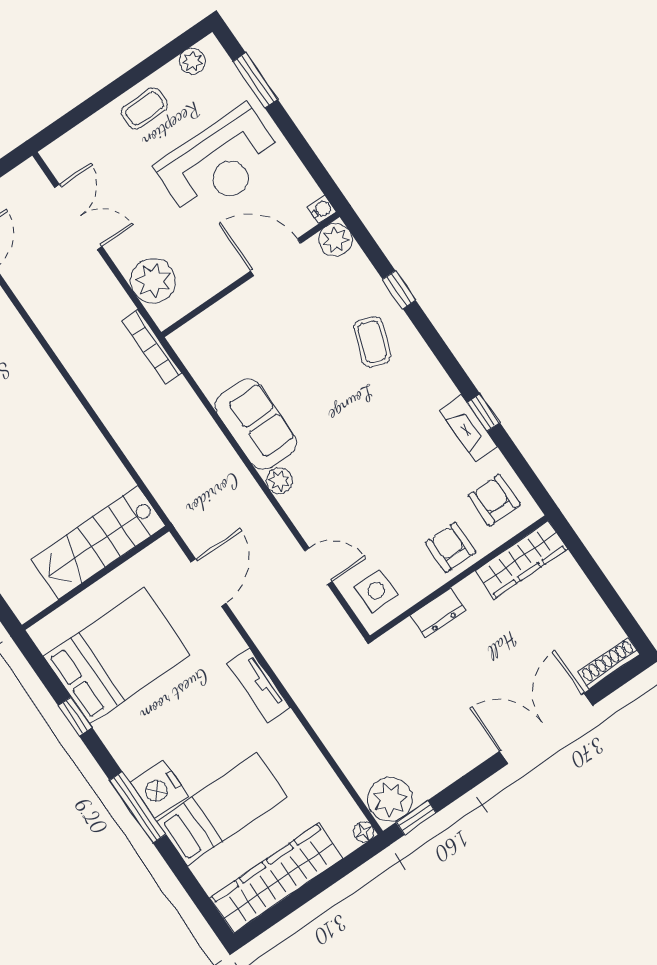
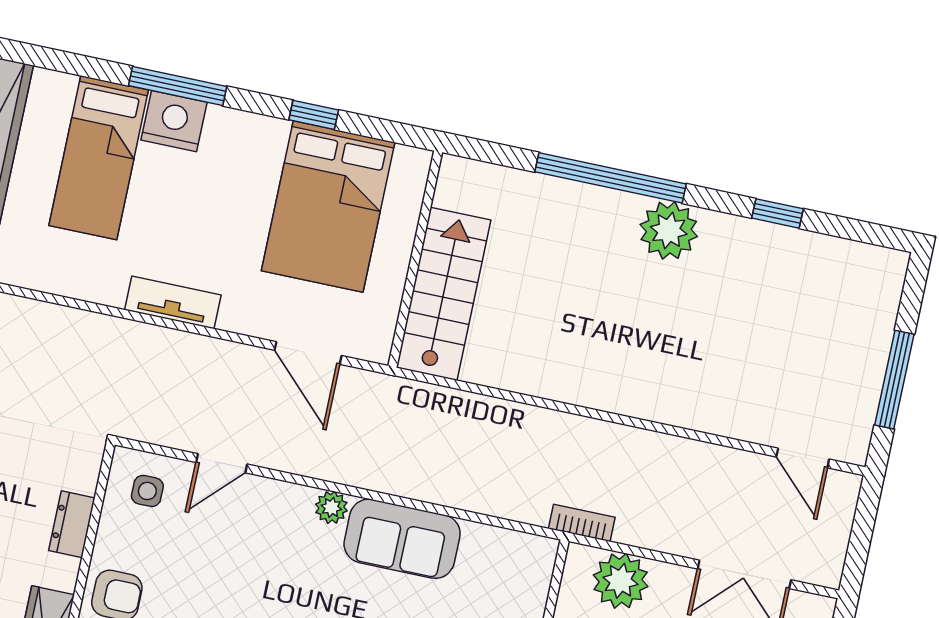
bookcase: (152, 347) -> (582, 523), width x0.64
side table: (376, 591) -> (147, 491), width x0.73, depth x0.73

